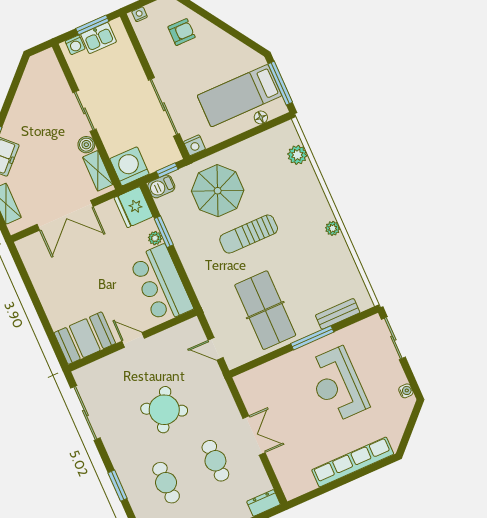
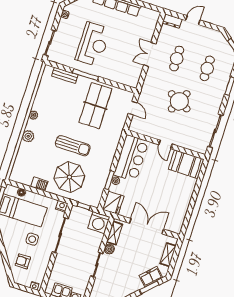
side table: (195, 71) -> (32, 239), added
plant: (297, 155) -> (28, 136), moved
barbecue: (161, 186) -> (39, 184), moved

